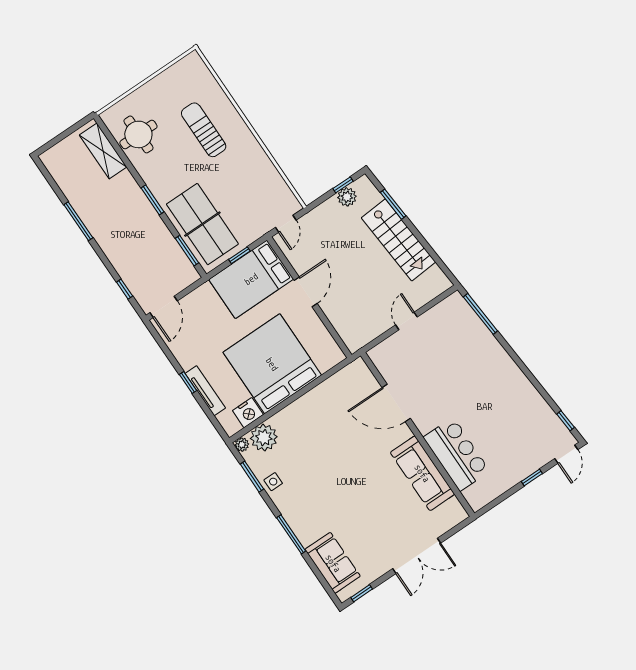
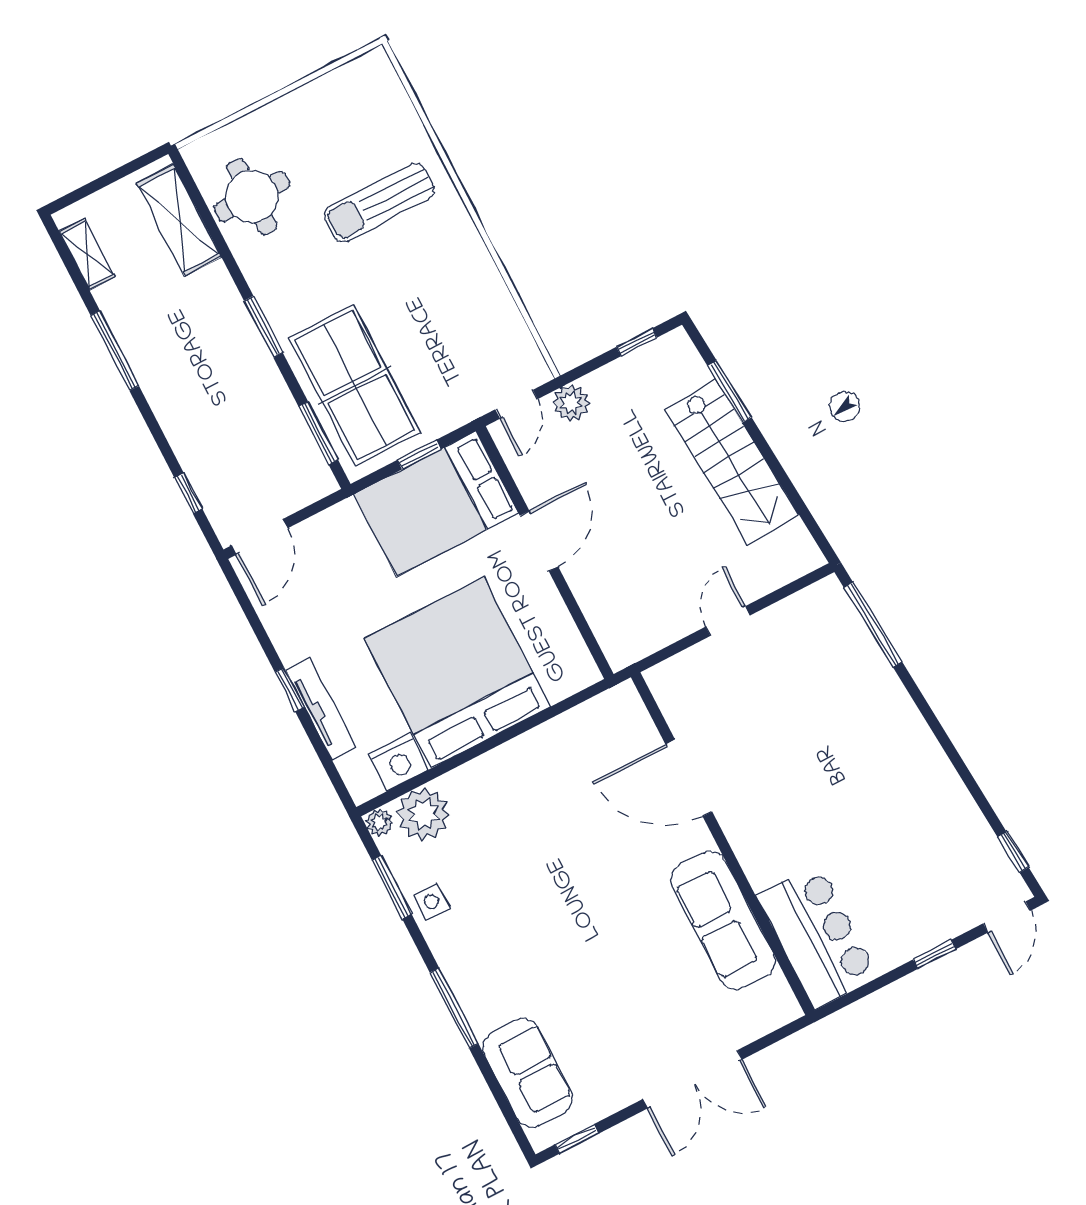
sun lounger: (204, 130) -> (379, 203), turned -90
shelving: (59, 174) -> (87, 254), added
plant: (347, 197) -> (571, 403), moved
bar counter: (456, 454) -> (817, 936), moved

